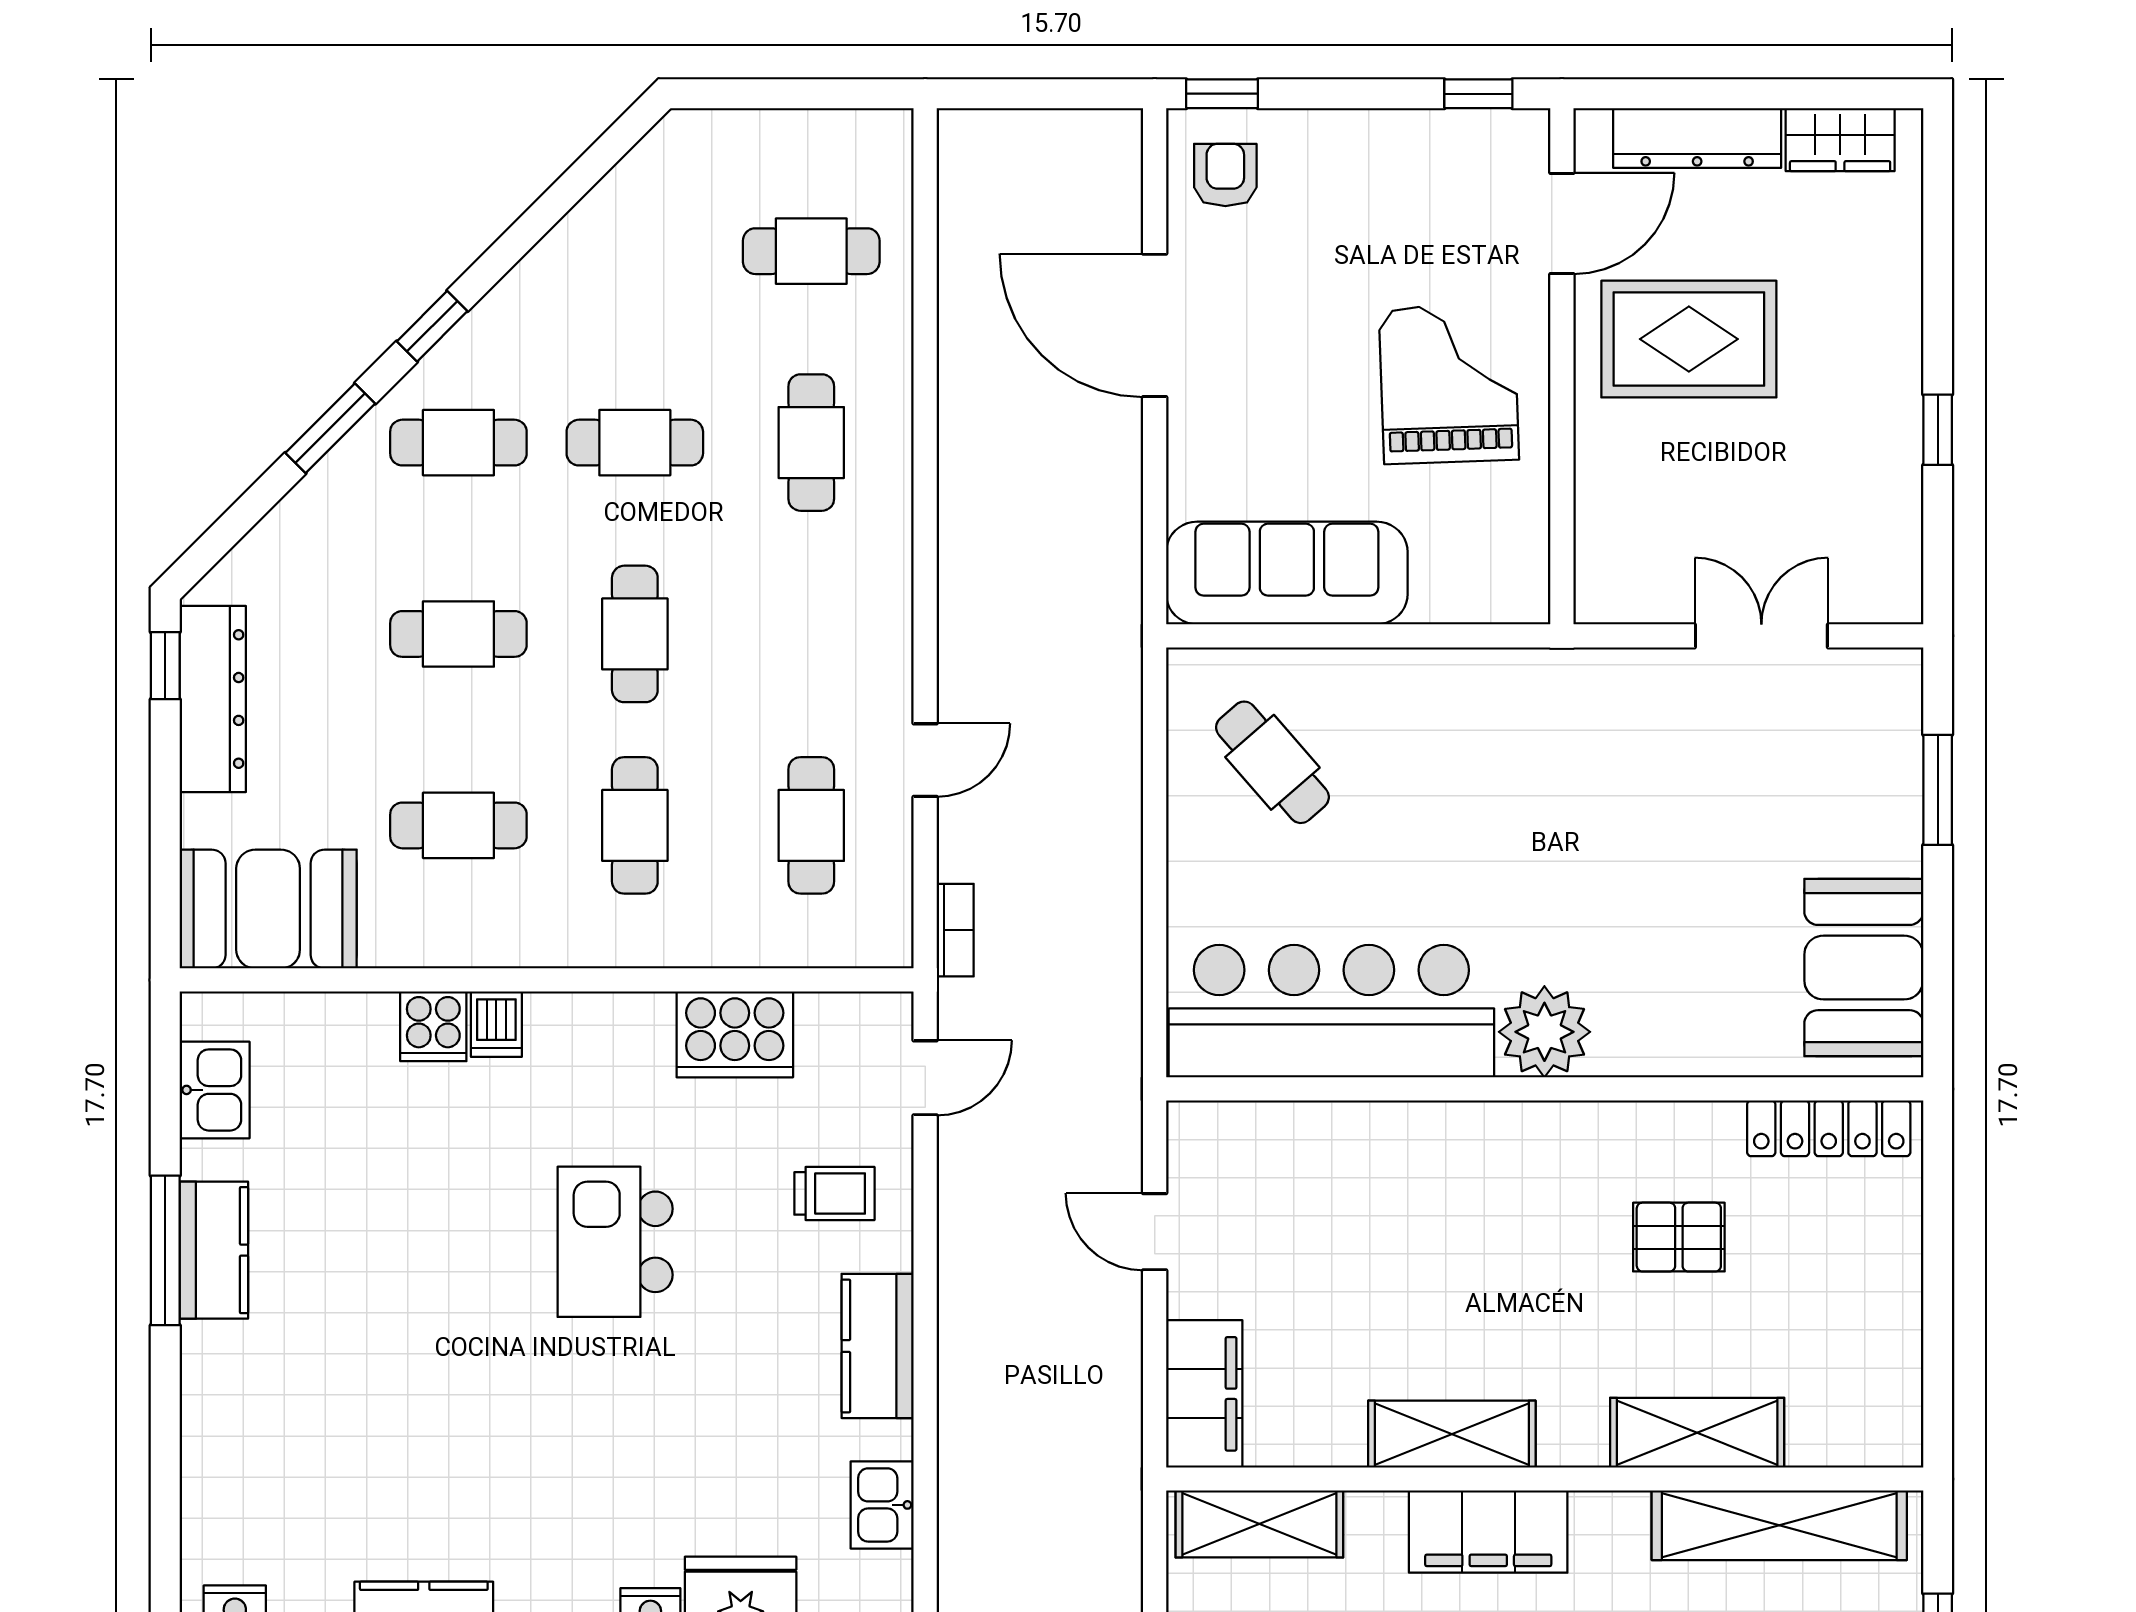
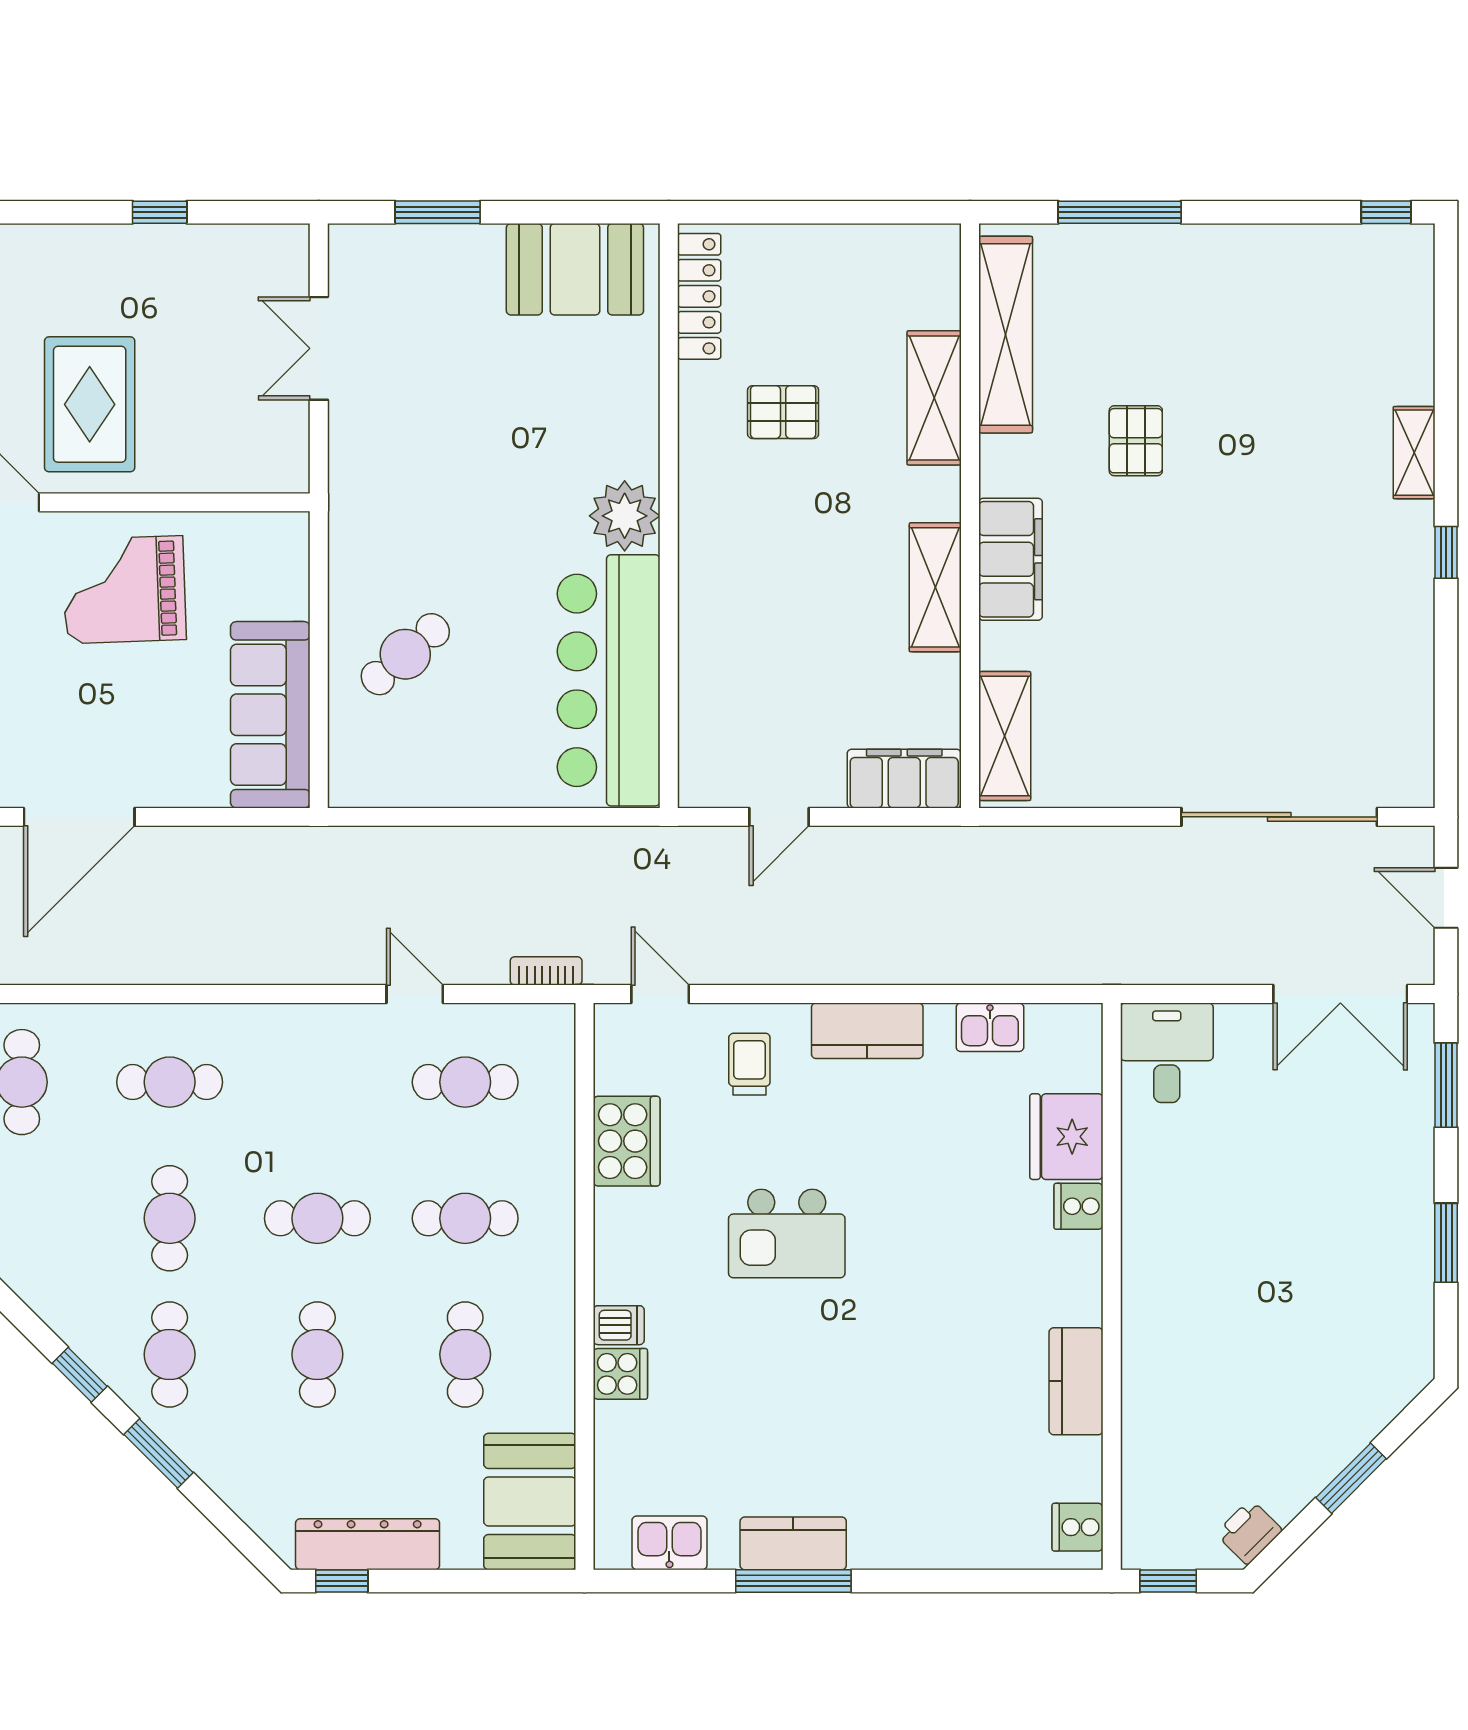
cafe table: (1272, 762) -> (405, 654), moved
pallet: (1679, 1237) -> (783, 412), turned 90

